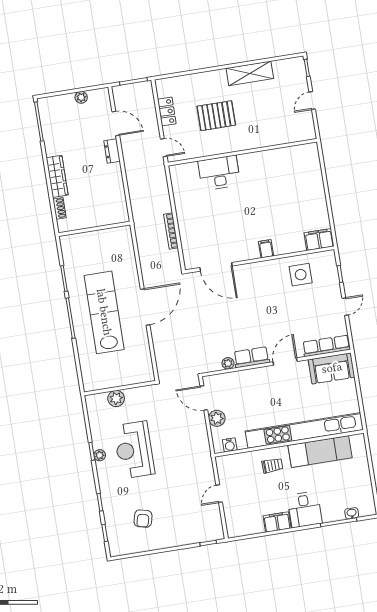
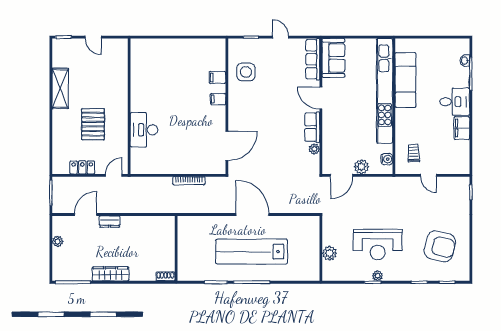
wardrobe: (57, 176) -> (111, 274), moved
shoe rack: (59, 208) -> (165, 276), moved
filing cabinet: (319, 240) -> (217, 77), moved, width x0.50
trolley: (272, 466) -> (414, 153), moved
armchair: (143, 519) -> (440, 246), width x1.88, depth x1.88

